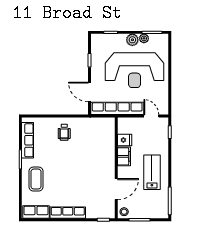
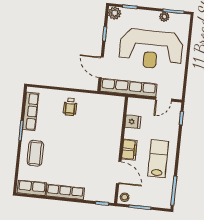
plant: (132, 40) -> (115, 13), moved
door: (151, 116) -> (164, 99), swing flipped
filing cabinet: (124, 156) -> (129, 149), moved
door: (116, 189) -> (119, 173), hinge flipped

